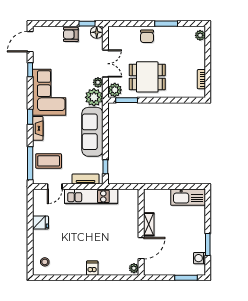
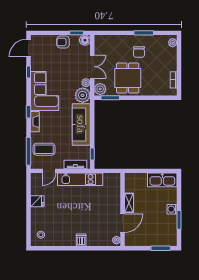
chair: (147, 36) -> (139, 52), moved
dining table: (147, 77) -> (128, 78), turned 90
washing machine: (199, 258) -> (172, 209), moved

